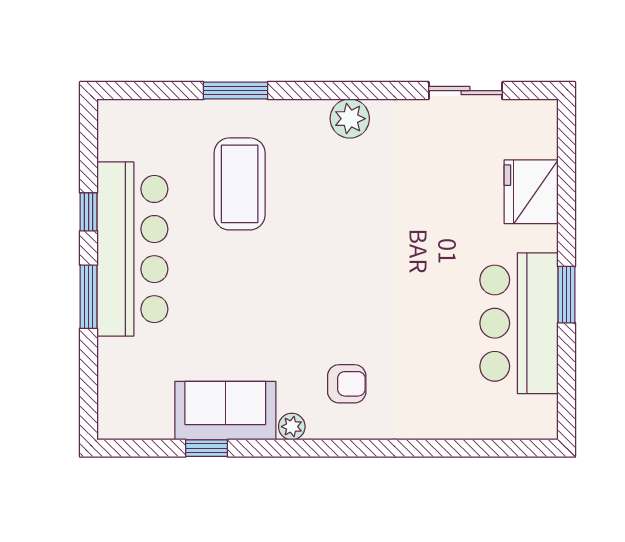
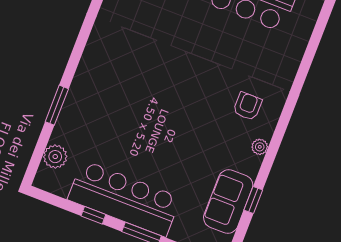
plant: (350, 119) -> (55, 157), moved
coffee table: (240, 184) -> (111, 123), removed
sofa: (225, 411) -> (228, 202), moved

